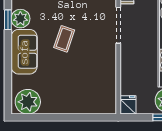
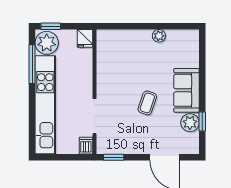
plant: (28, 102) -> (159, 36), moved, width x0.53, depth x0.53

